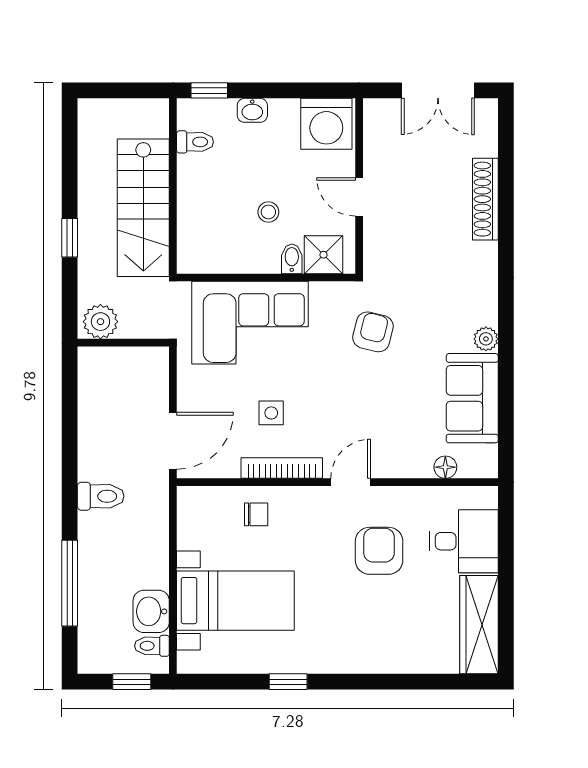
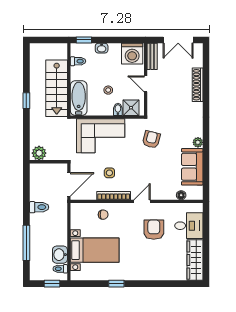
bench: (375, 130) -> (152, 56), added
bathtub: (197, 231) -> (79, 98), added
plant: (100, 322) -> (39, 153), moved
wall: (123, 343) -> (48, 162), moved

